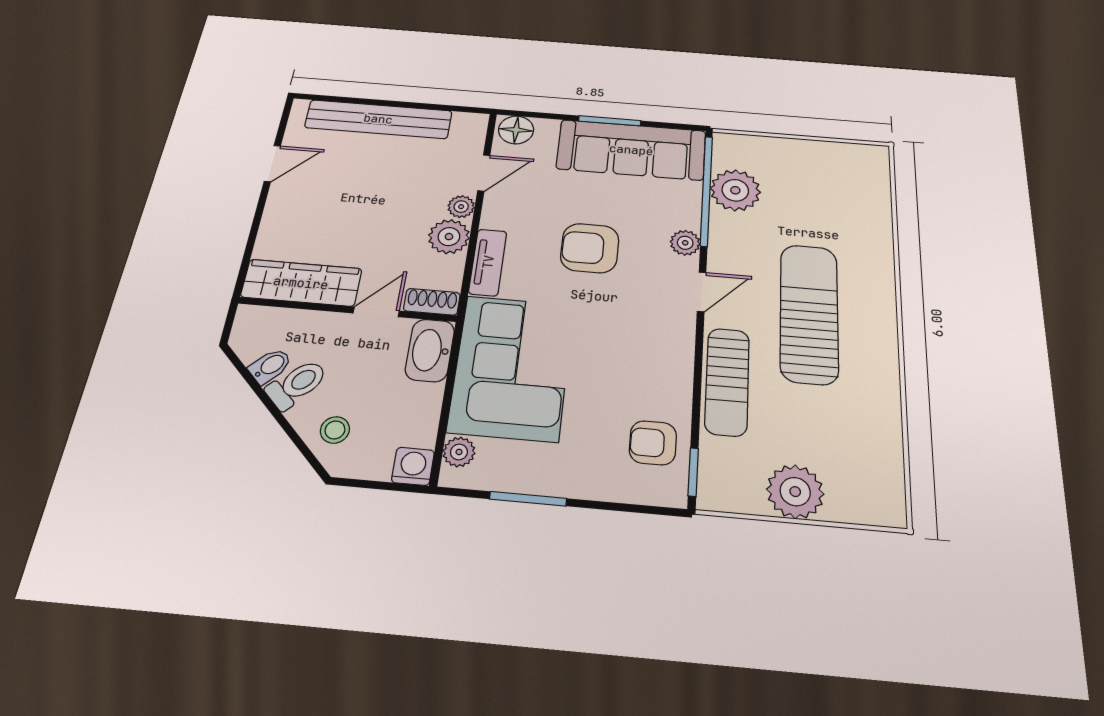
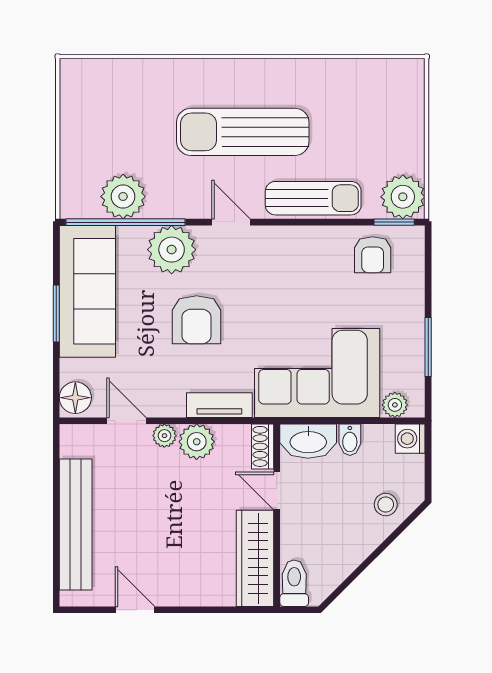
plant: (685, 243) -> (172, 250), width x1.88, depth x1.88
bidet: (270, 366) -> (350, 440), moved, turned -135
toilet: (297, 384) -> (294, 583), moved, turned 45
plant: (795, 492) -> (403, 197), moved

